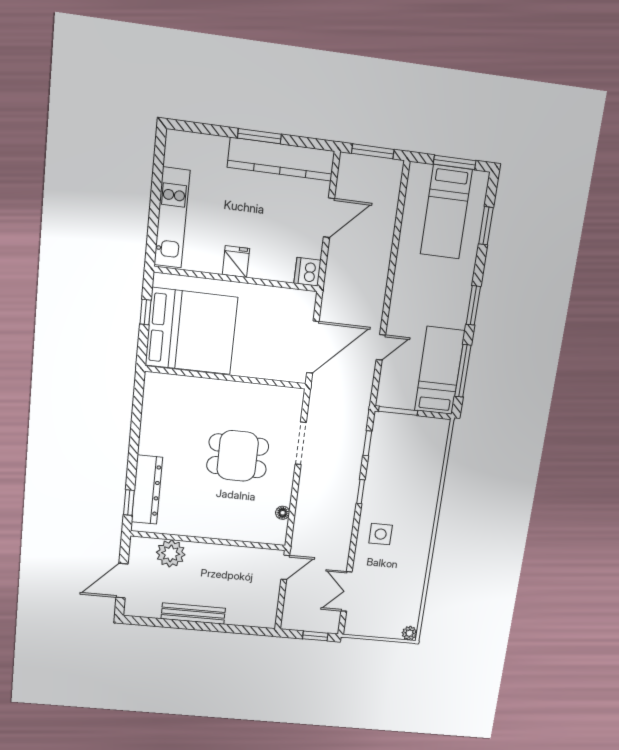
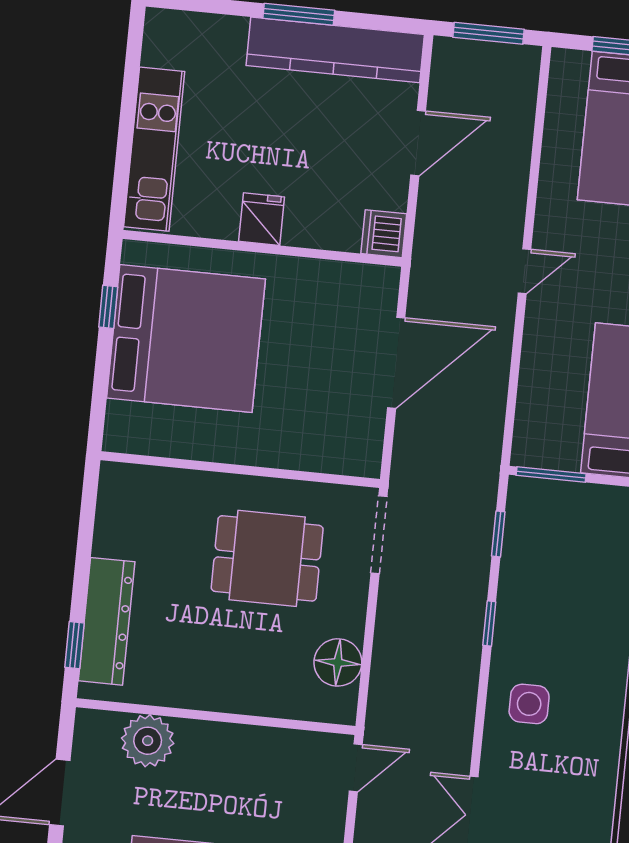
door: (381, 347) -> (524, 271), moved
wall: (226, 377) -> (240, 470), moved
floor lamp: (283, 513) -> (338, 662), width x1.89, depth x1.89

